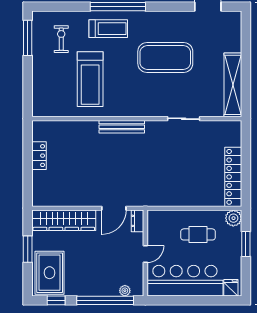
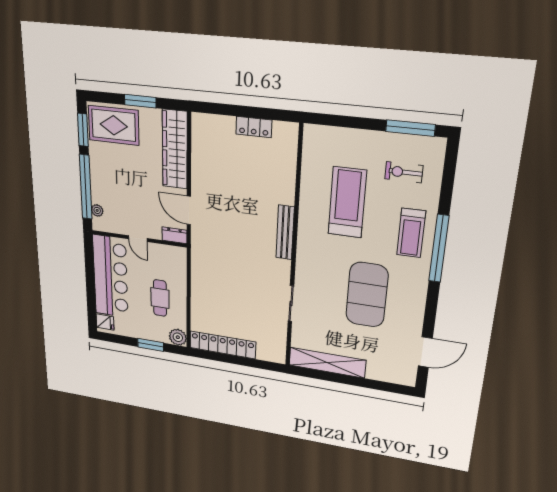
exercise bike: (61, 39) -> (404, 172), turned 180
treadmill: (90, 79) -> (347, 202), turned 90
window: (56, 300) -> (83, 130), width x1.50

